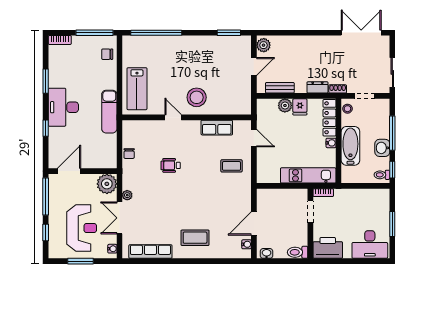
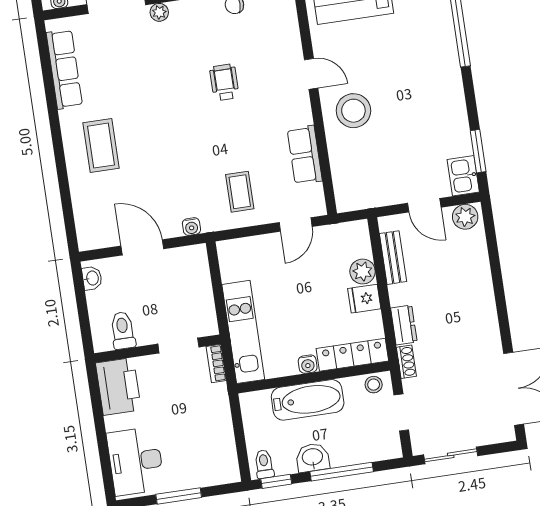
kitchen sink: (241, 43) -> (463, 176), added
door: (173, 117) -> (311, 74), hinge flipped
water cooler: (247, 244) -> (191, 227), moved
toilet: (298, 252) -> (123, 330), moved

